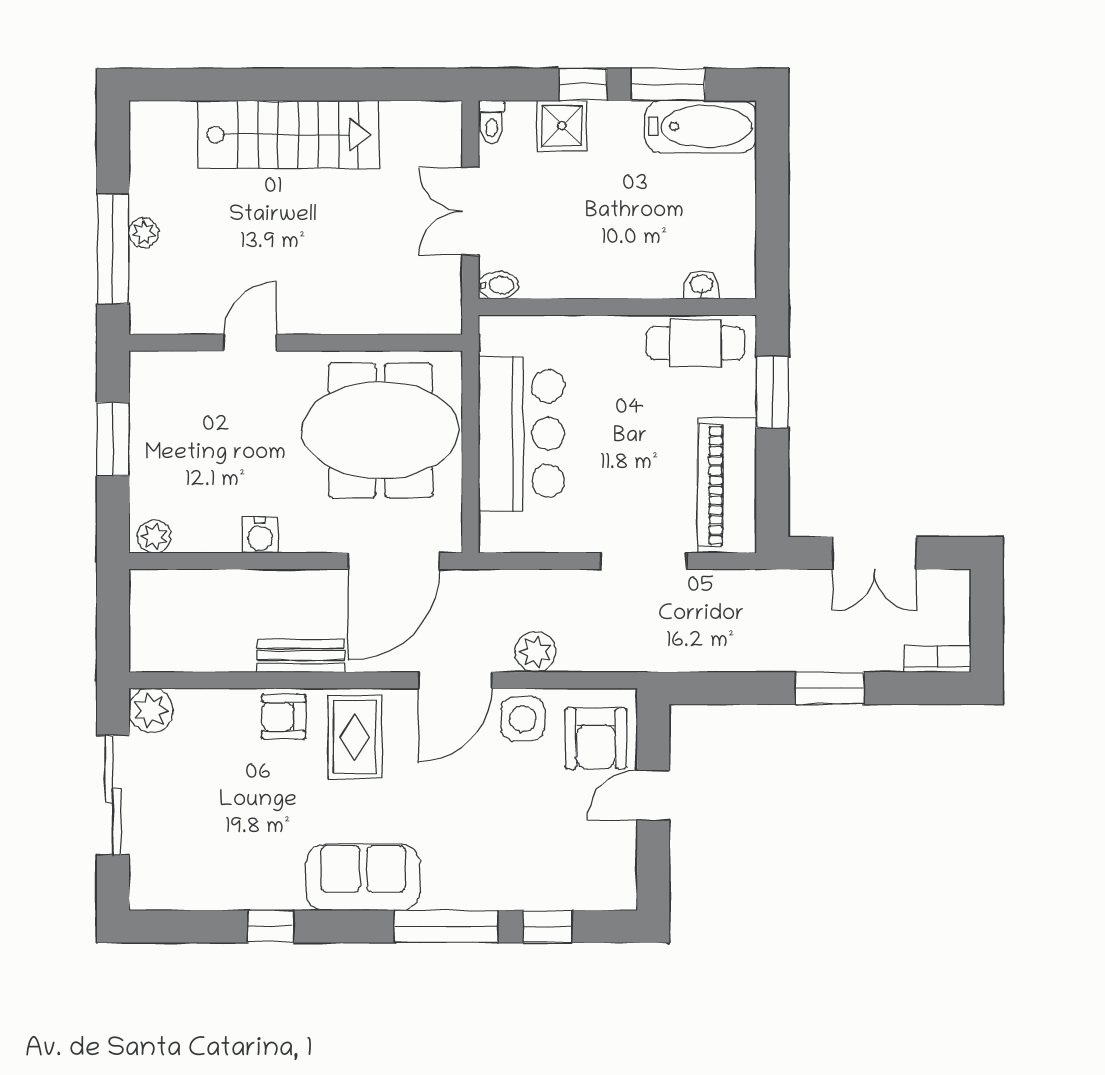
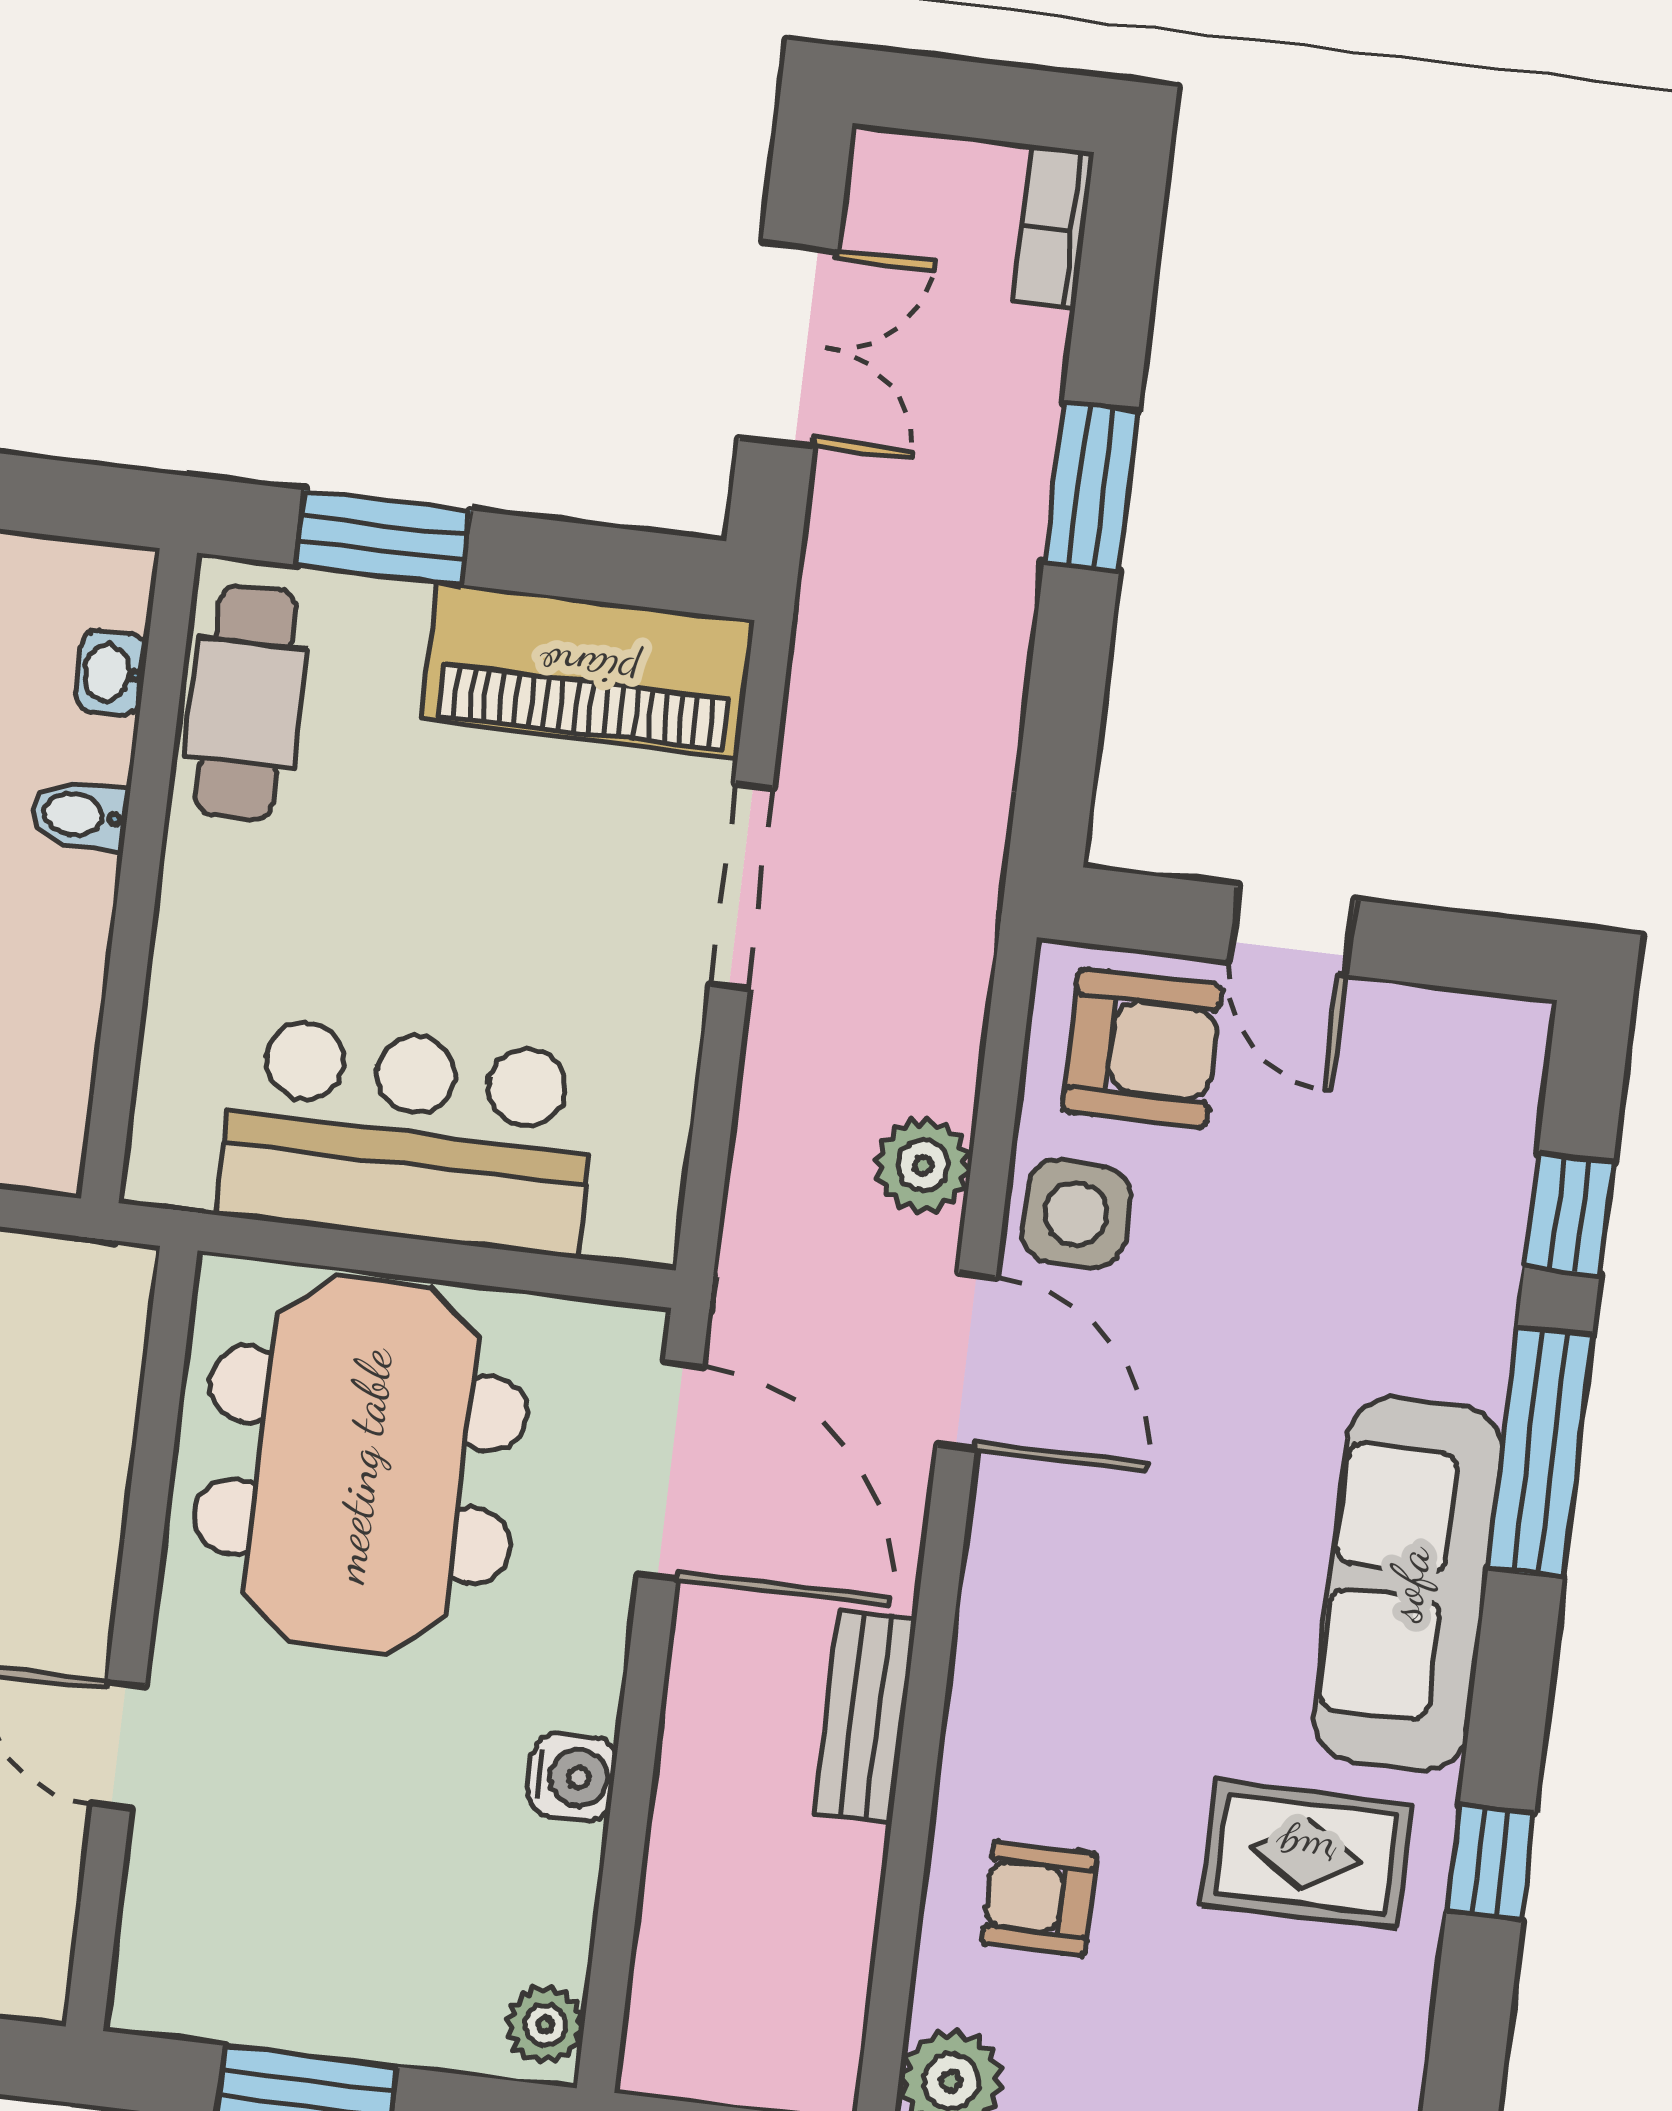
bidet: (498, 285) -> (80, 815), moved, turned -90
armchair: (284, 717) -> (1039, 1898), moved, turned 90
rug: (355, 737) -> (1306, 1854), moved
sofa: (363, 877) -> (1408, 1584), width x1.36

